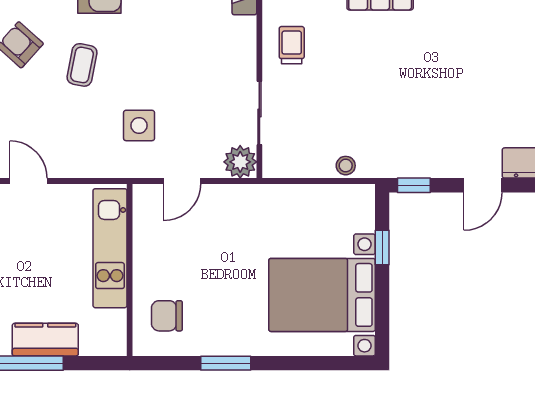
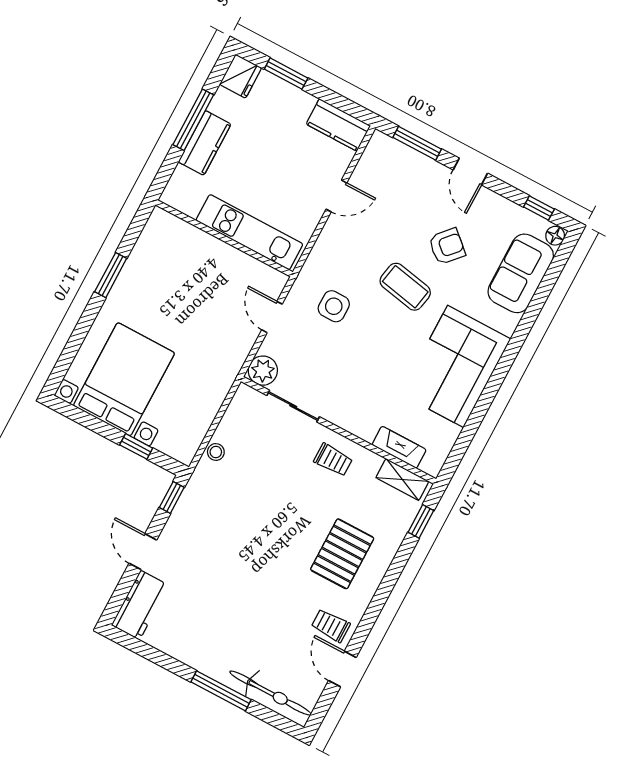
coffee table: (82, 65) -> (405, 287), width x1.36, depth x1.30
chair: (167, 316) -> (172, 249), removed

